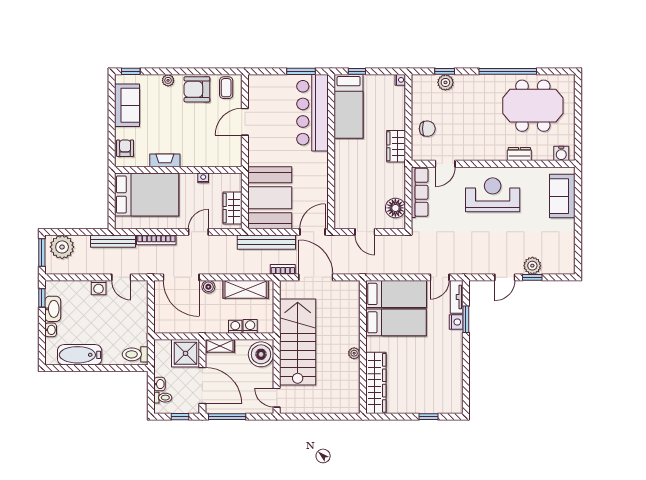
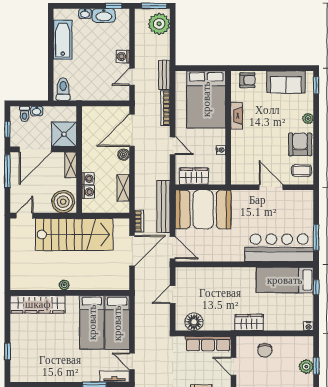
bench: (113, 241) -> (164, 75), width x0.73
shelving: (246, 289) -> (123, 188), width x0.67, depth x0.75
nightstand: (456, 322) -> (92, 376), removed

